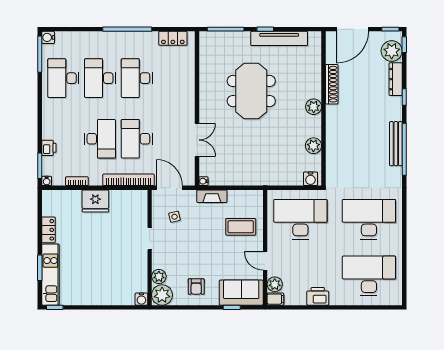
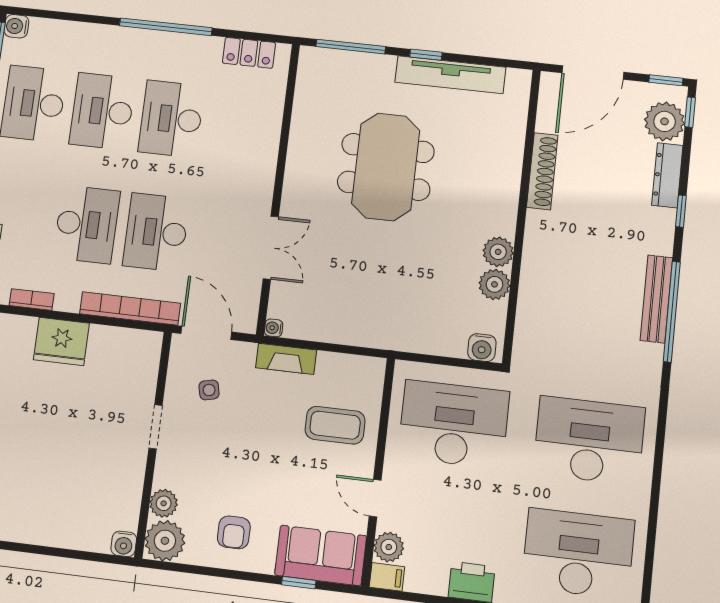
plant: (314, 107) -> (498, 252), moved

